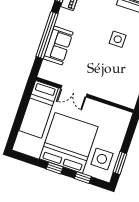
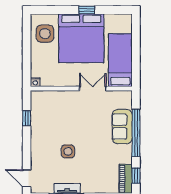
nightstand: (127, 116) -> (35, 82), added
window: (120, 163) -> (27, 36), removed
window: (83, 178) -> (57, 10), removed

